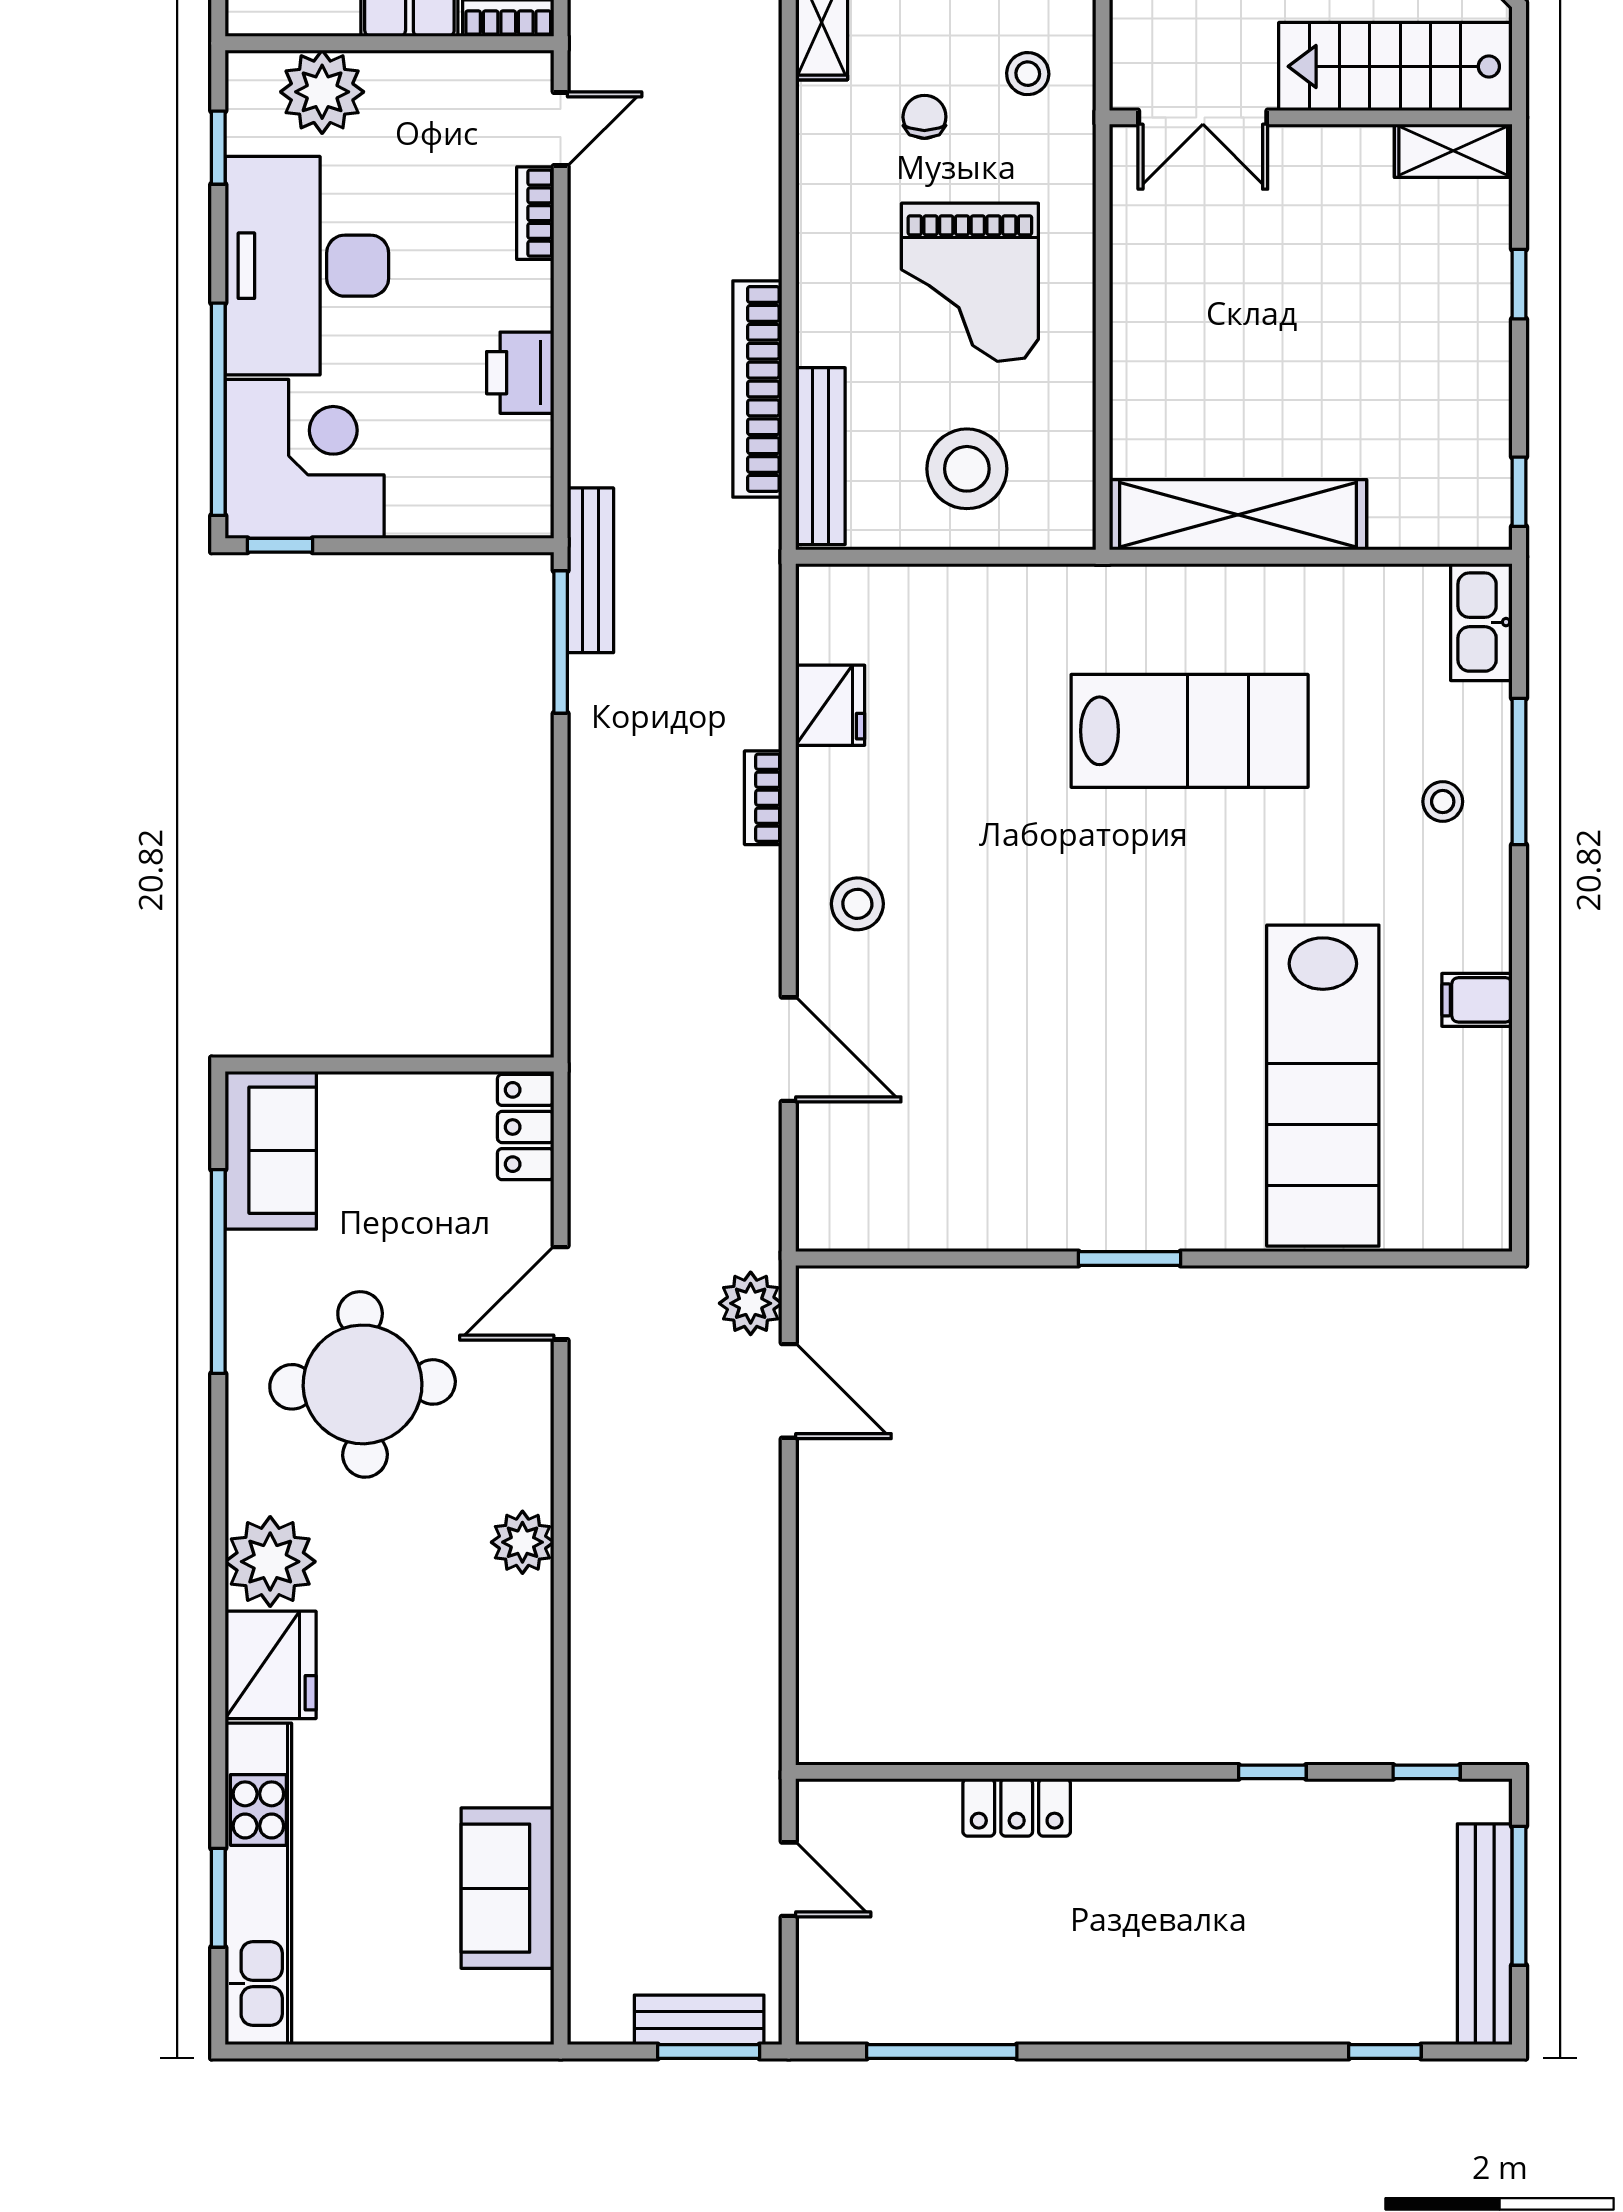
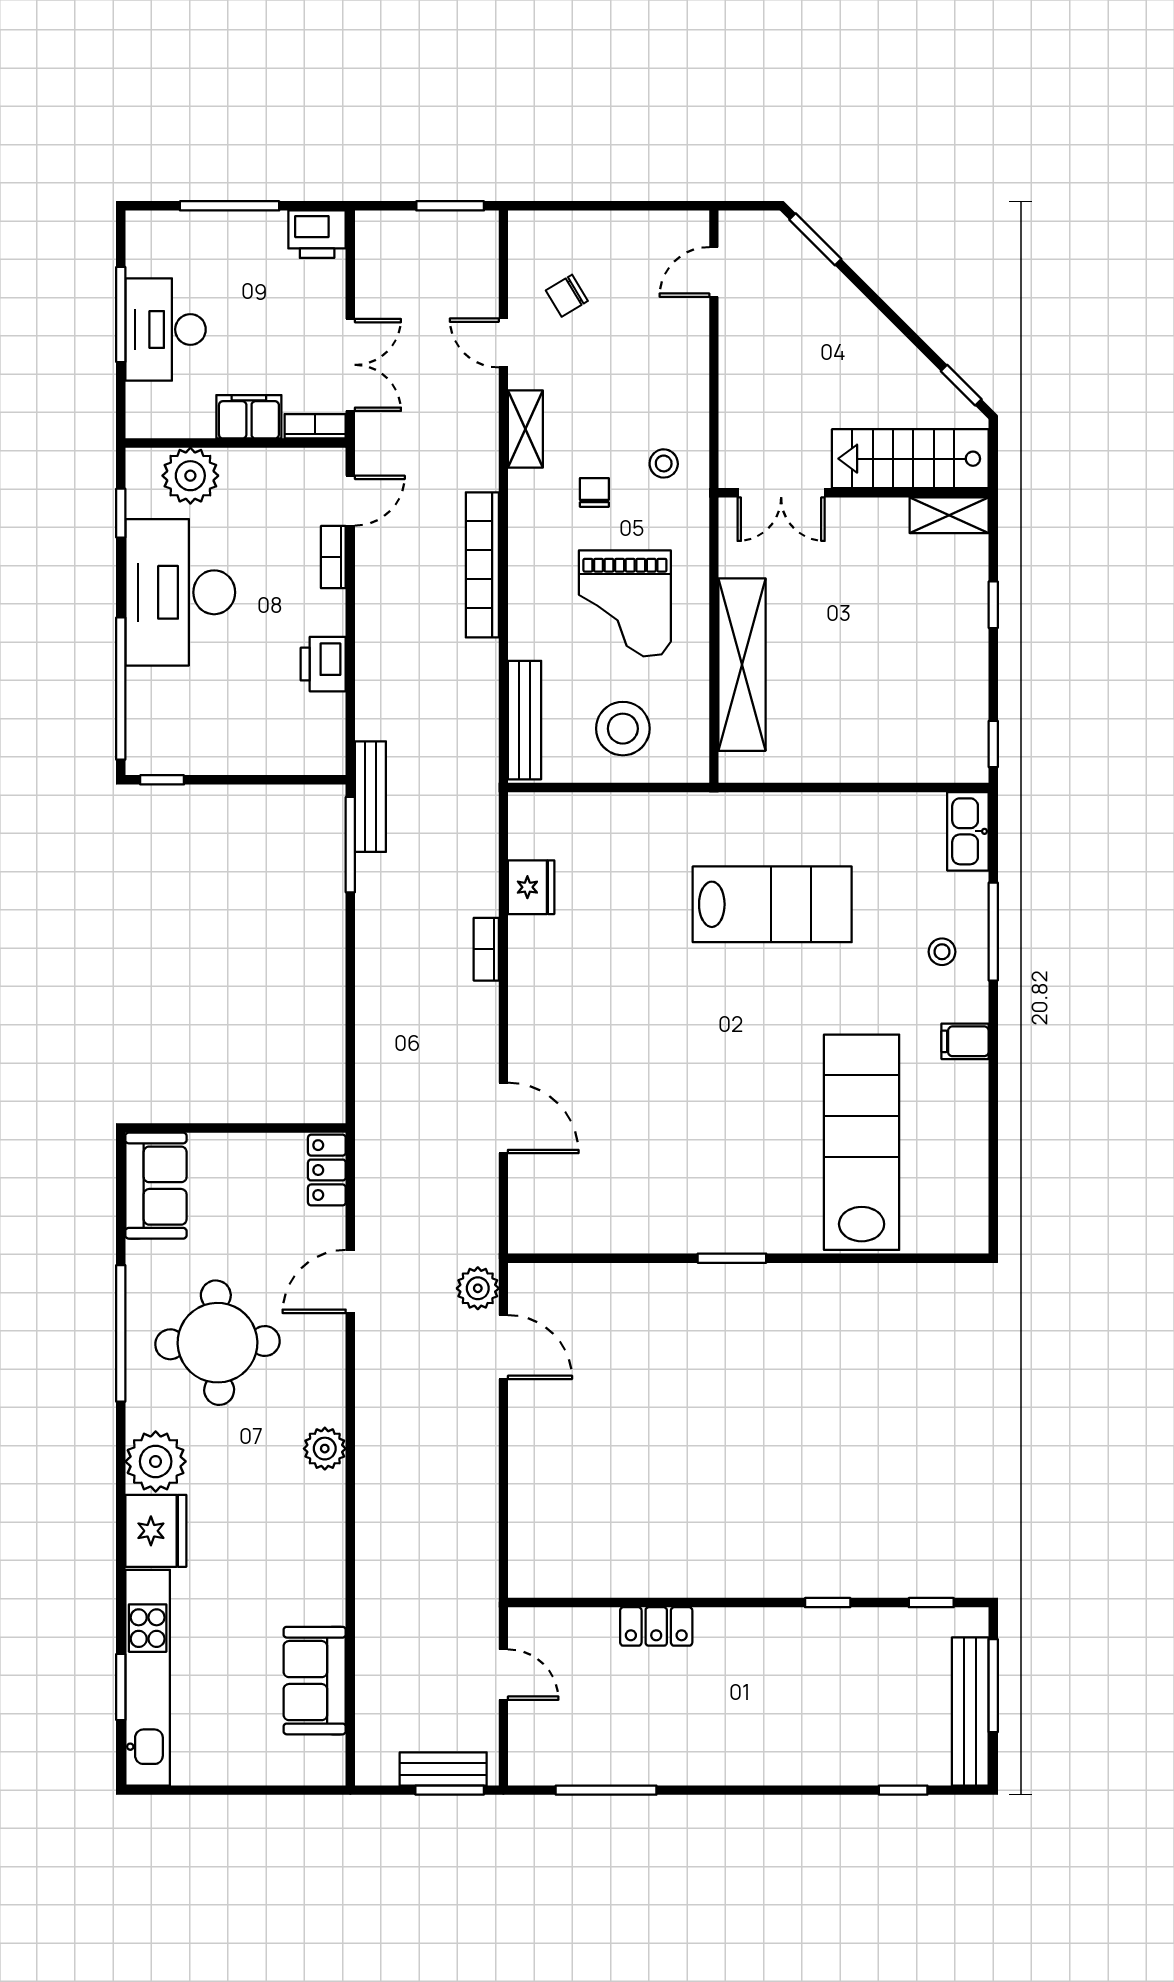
bookcase: (757, 389) -> (482, 565), moved
corner desk: (305, 459) -> (179, 722), removed
shelving: (1238, 515) -> (742, 665), moved, turned 90
stool: (857, 904) -> (549, 1020), removed
filing cabinet: (1477, 1000) -> (965, 1041), moved
lab bench: (1323, 1086) -> (862, 1142), turned 180
window: (218, 1271) -> (121, 1333), moved

